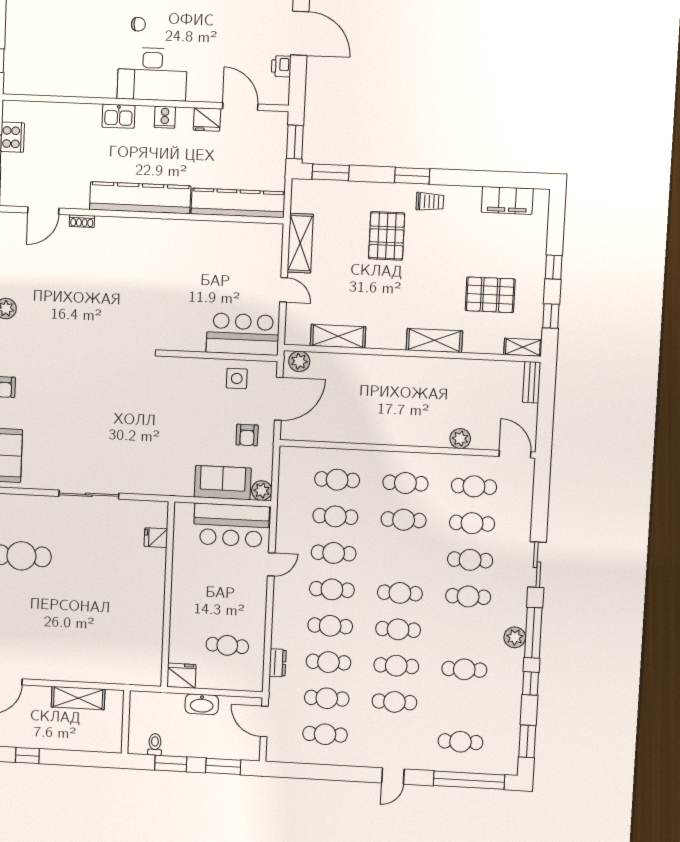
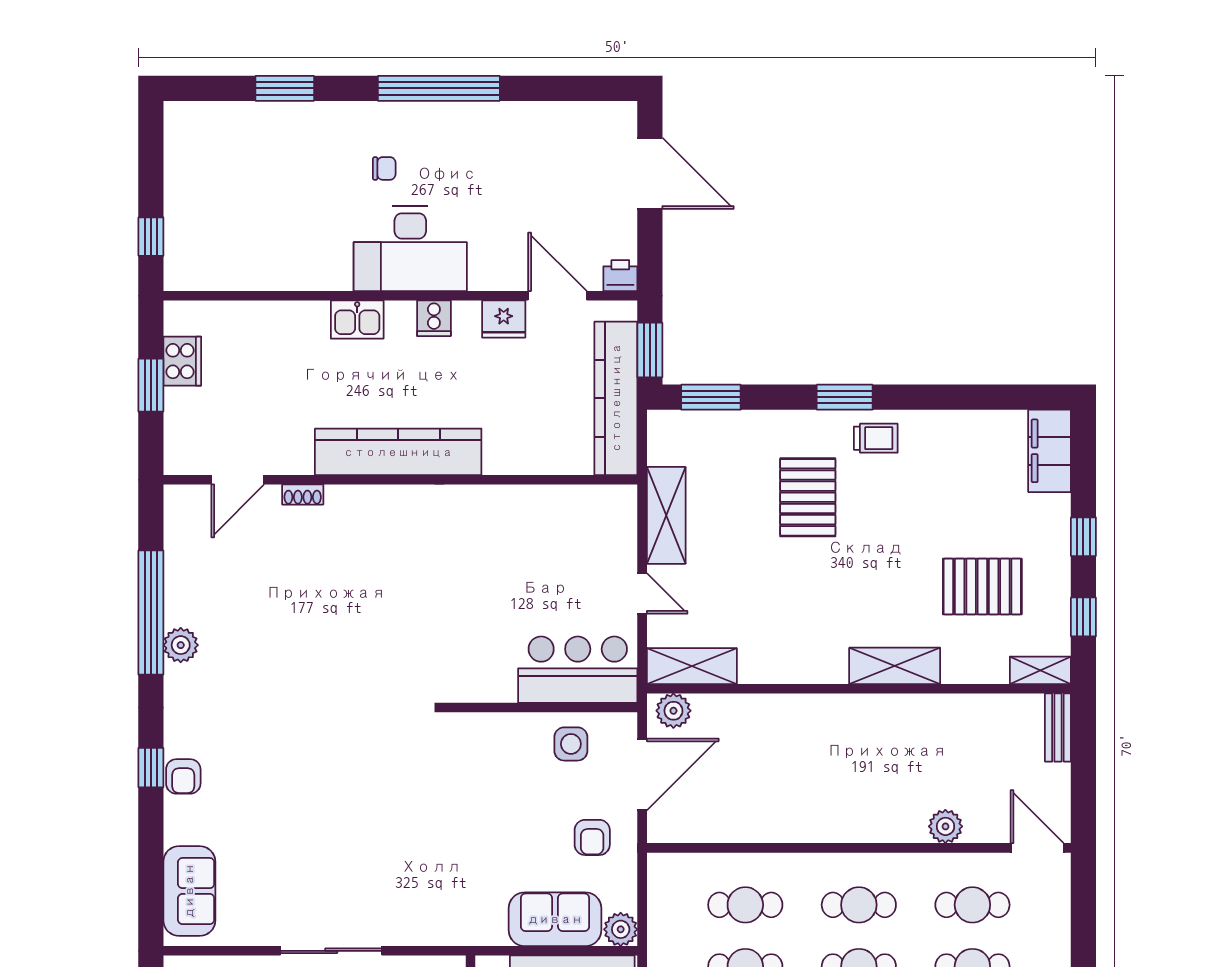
printer: (281, 66) -> (620, 276), moved, turned 90
filing cabinet: (507, 200) -> (1050, 451), moved, turned 90
kitchen counter: (238, 203) -> (616, 398), moved, turned -90
shelving: (338, 336) -> (692, 666), moved

